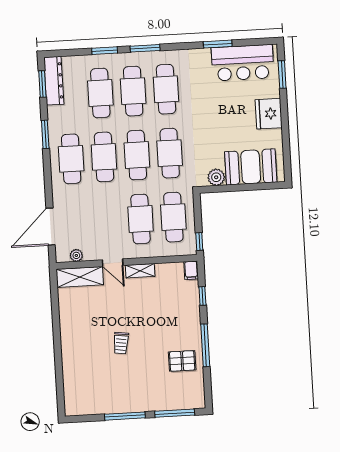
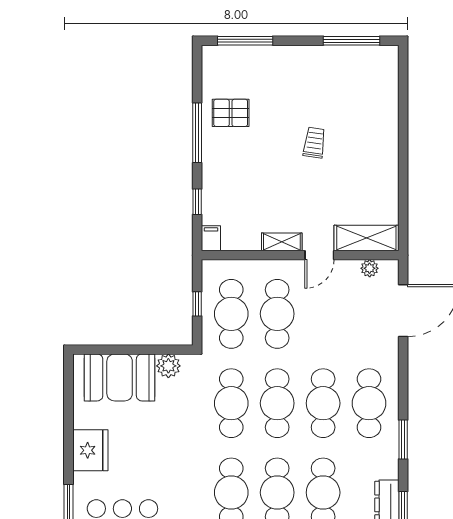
window: (199, 242) -> (197, 304), moved
door: (113, 263) -> (319, 255), swing flipped
window: (125, 416) -> (352, 41), moved

